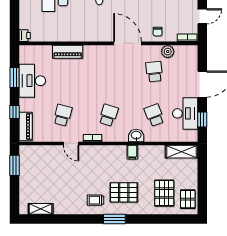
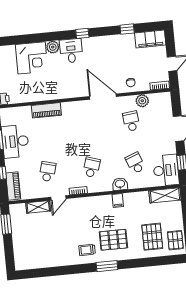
desk: (185, 113) -> (166, 170), moved
door: (71, 143) -> (58, 198), hinge flipped
shelving: (41, 209) -> (38, 207), moved

